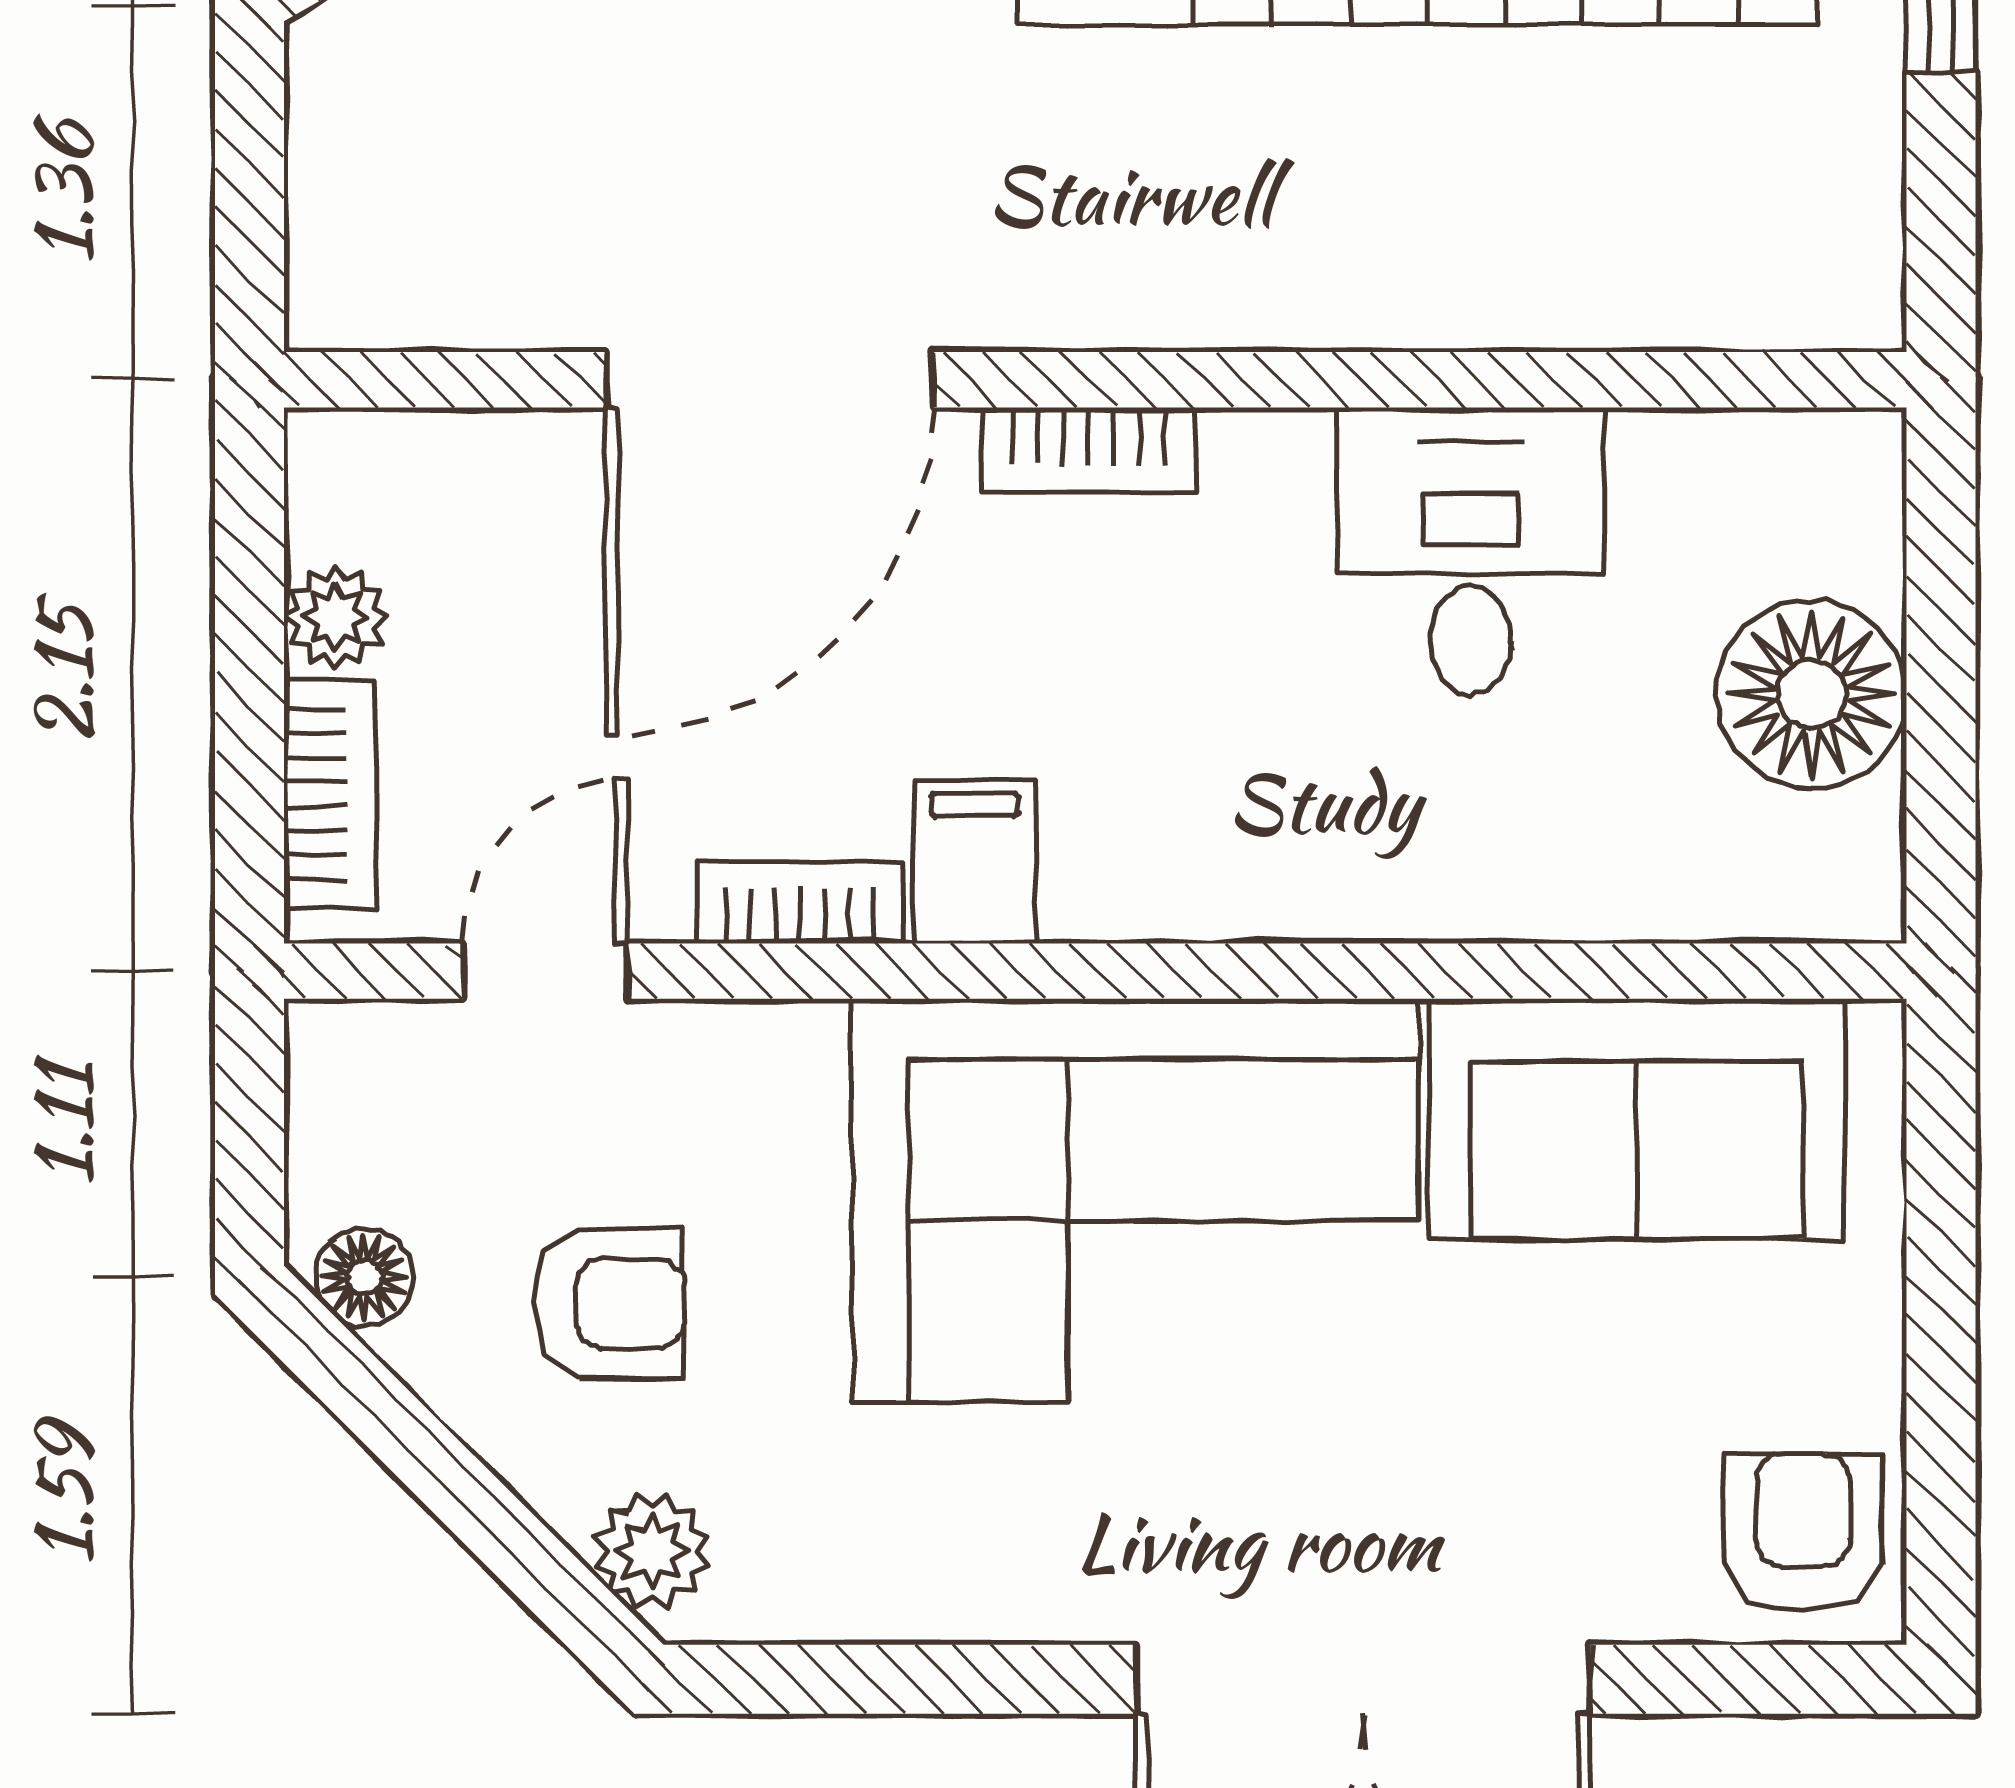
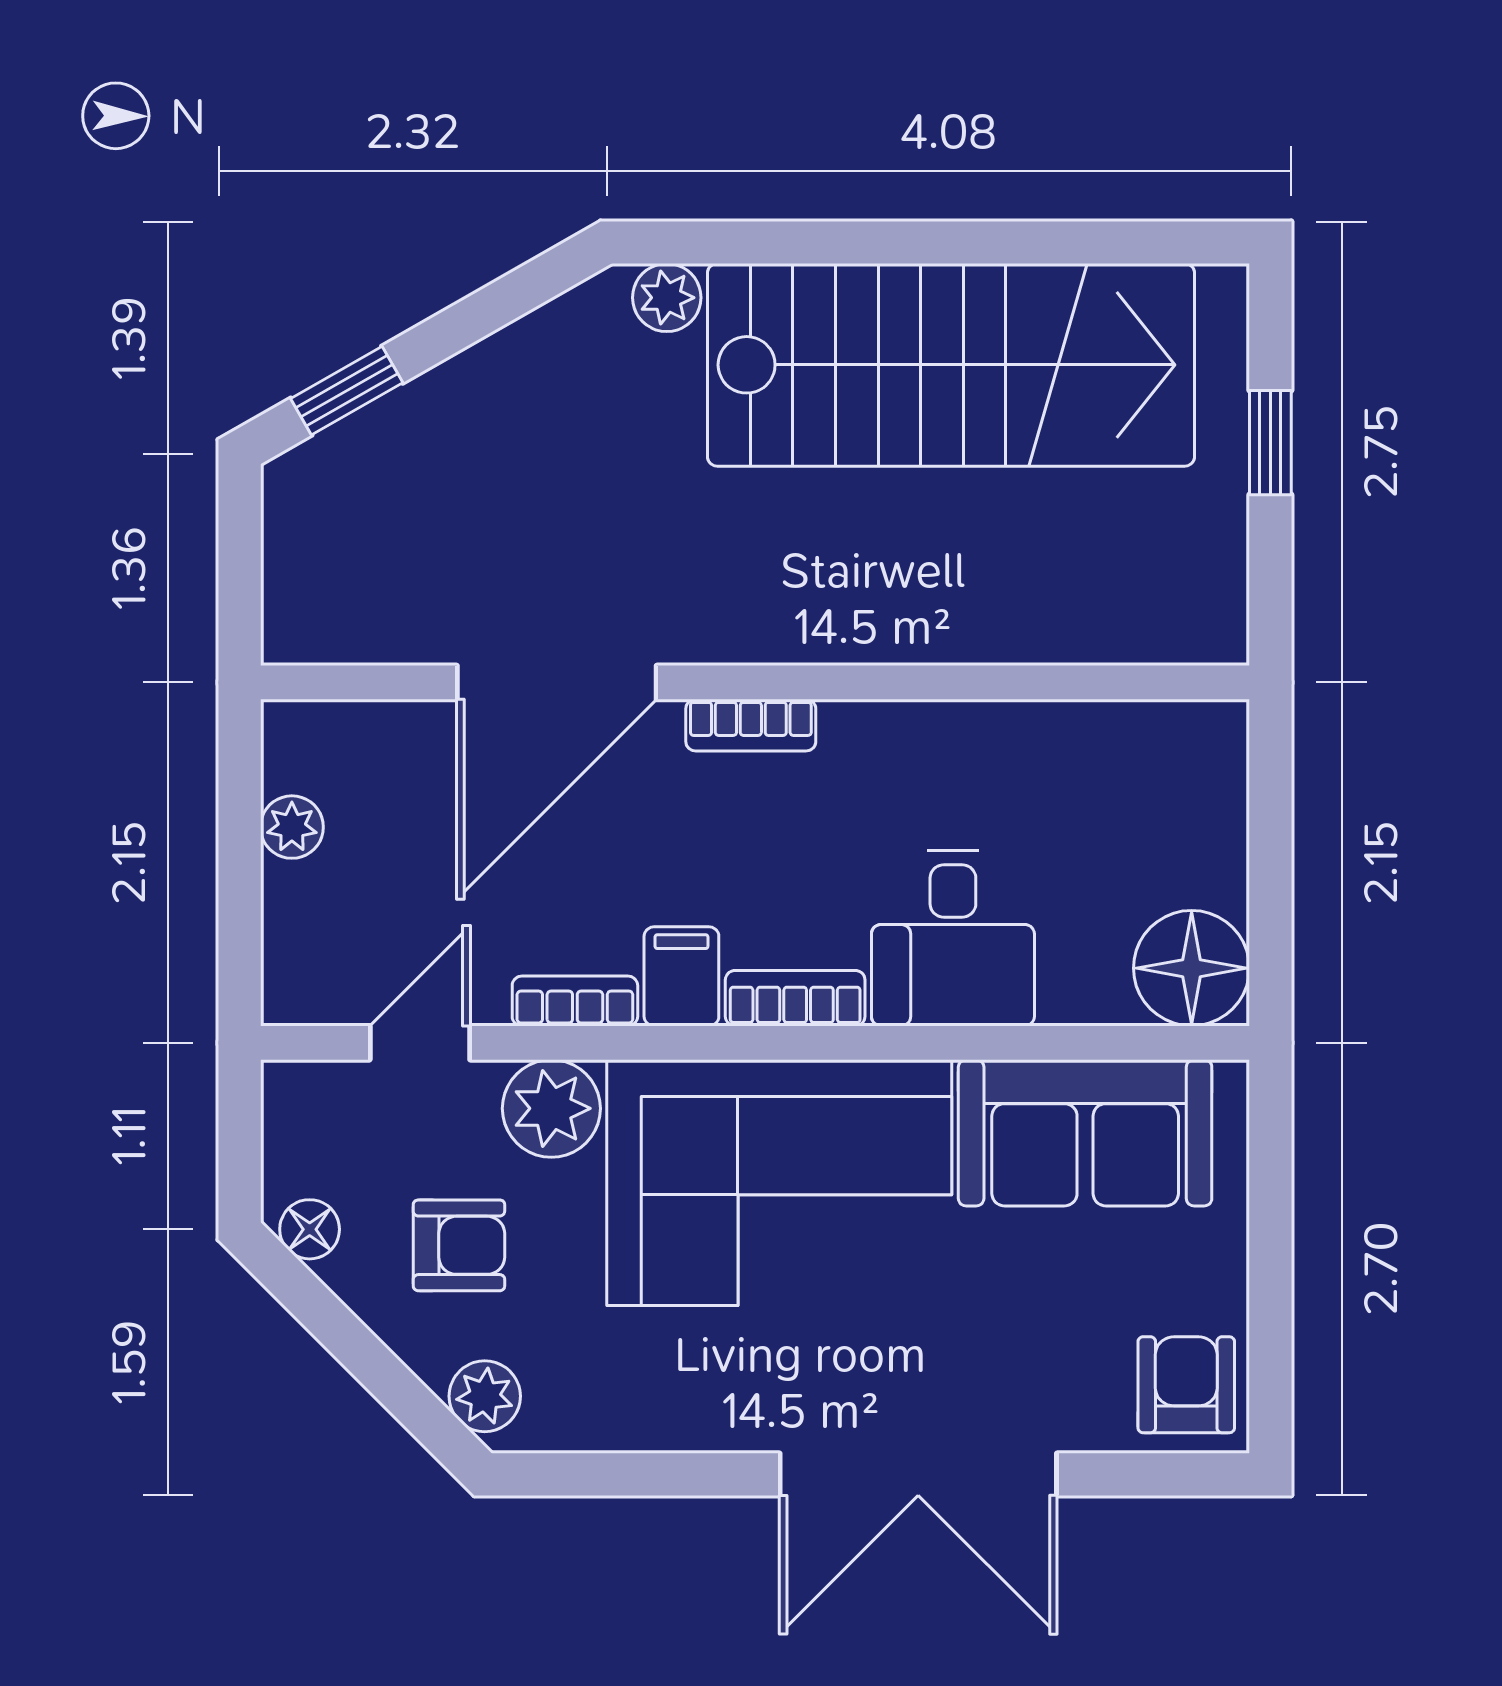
desk: (1470, 551) -> (953, 938), moved, turned 180
floor lamp: (1812, 694) -> (1192, 968), moved
bookcase: (330, 794) -> (795, 998), moved, turned -90
plant: (761, 1079) -> (551, 1108), added

